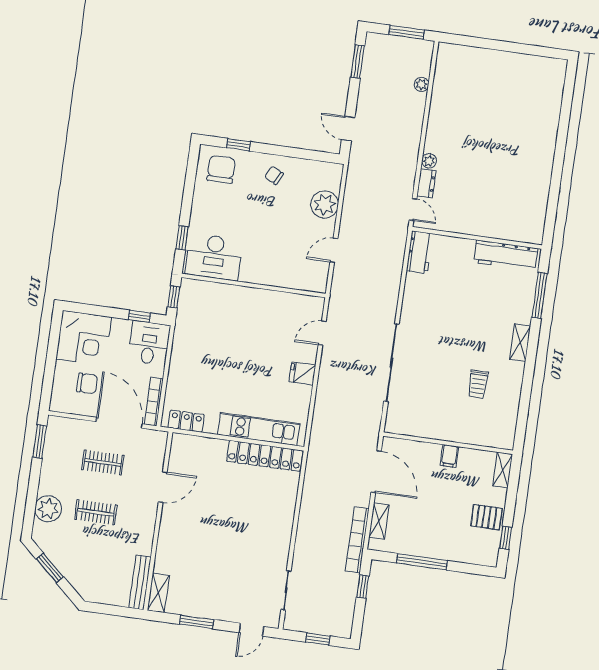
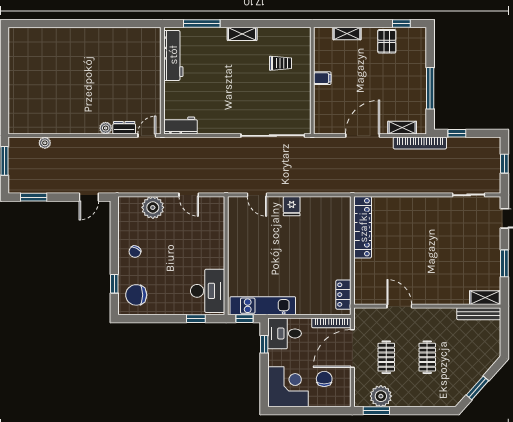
kitchen unit: (259, 429) -> (263, 306), moved, turned 90
wall: (448, 443) -> (312, 81), moved
filing cabinet: (449, 456) -> (322, 78), moved
plant: (48, 509) -> (381, 396), moved

